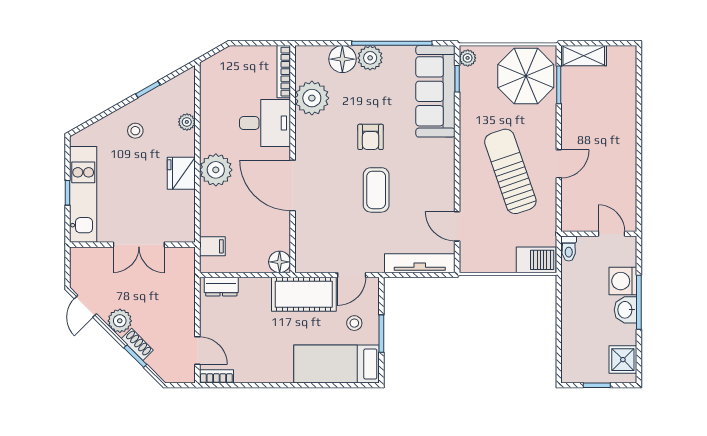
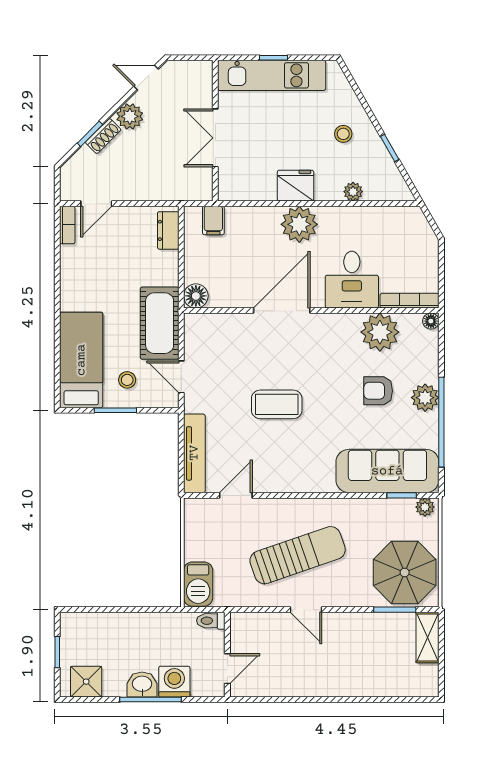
floor lamp: (342, 59) -> (431, 321), moved, width x0.53, depth x0.53
armchair: (371, 137) -> (378, 391), moved

